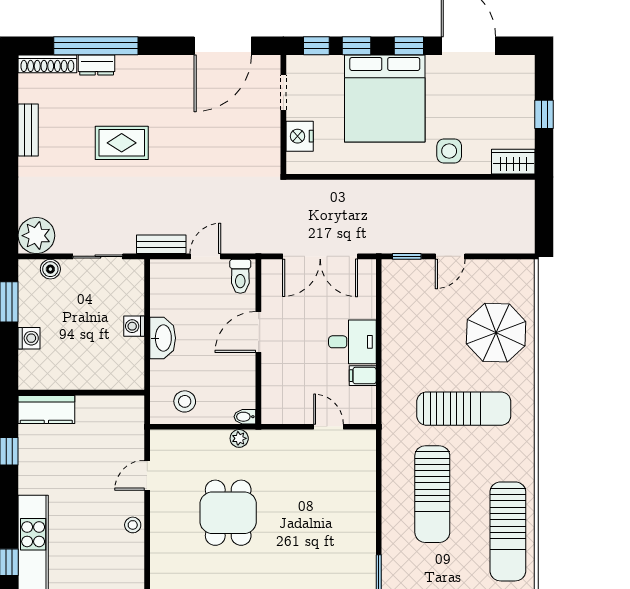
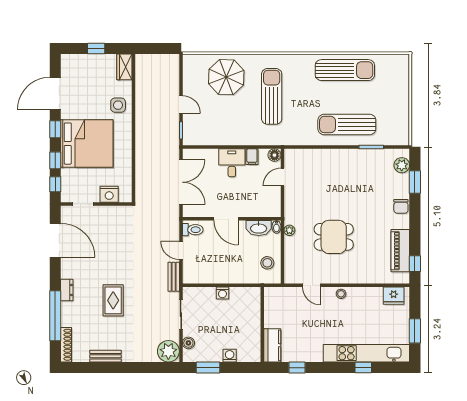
dresser: (97, 65) -> (67, 290), moved
washbasin: (163, 338) -> (259, 228), moved, turned 180
floor lamp: (365, 413) -> (274, 155), added
sun lounger: (432, 494) -> (347, 124), moved, turned 180

